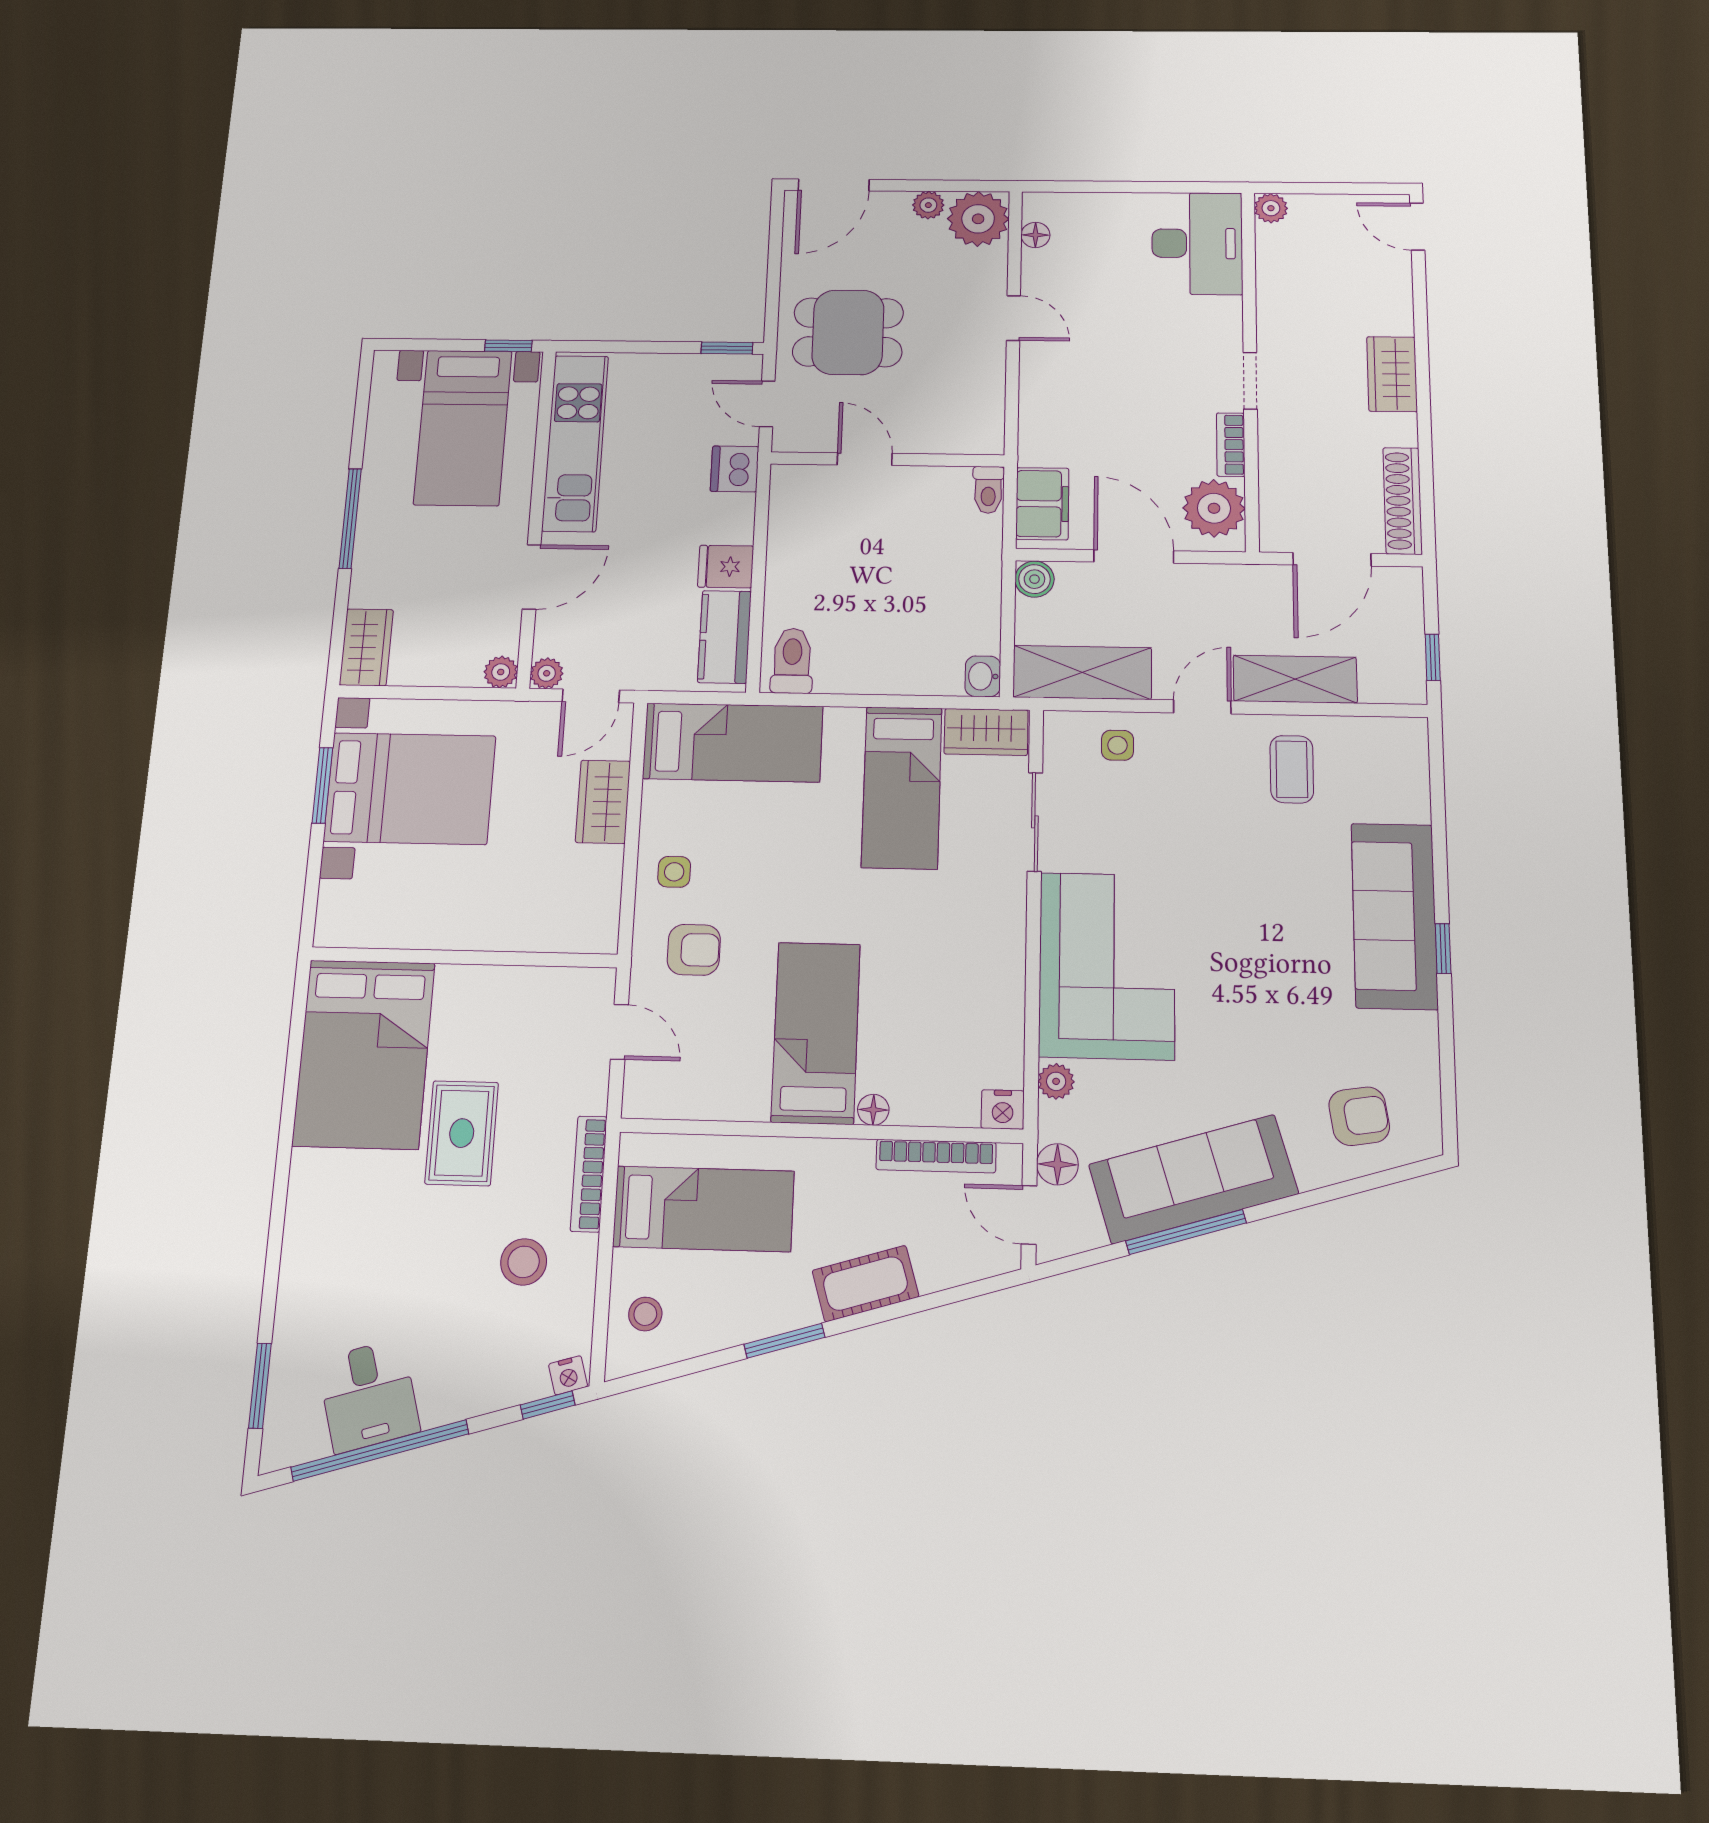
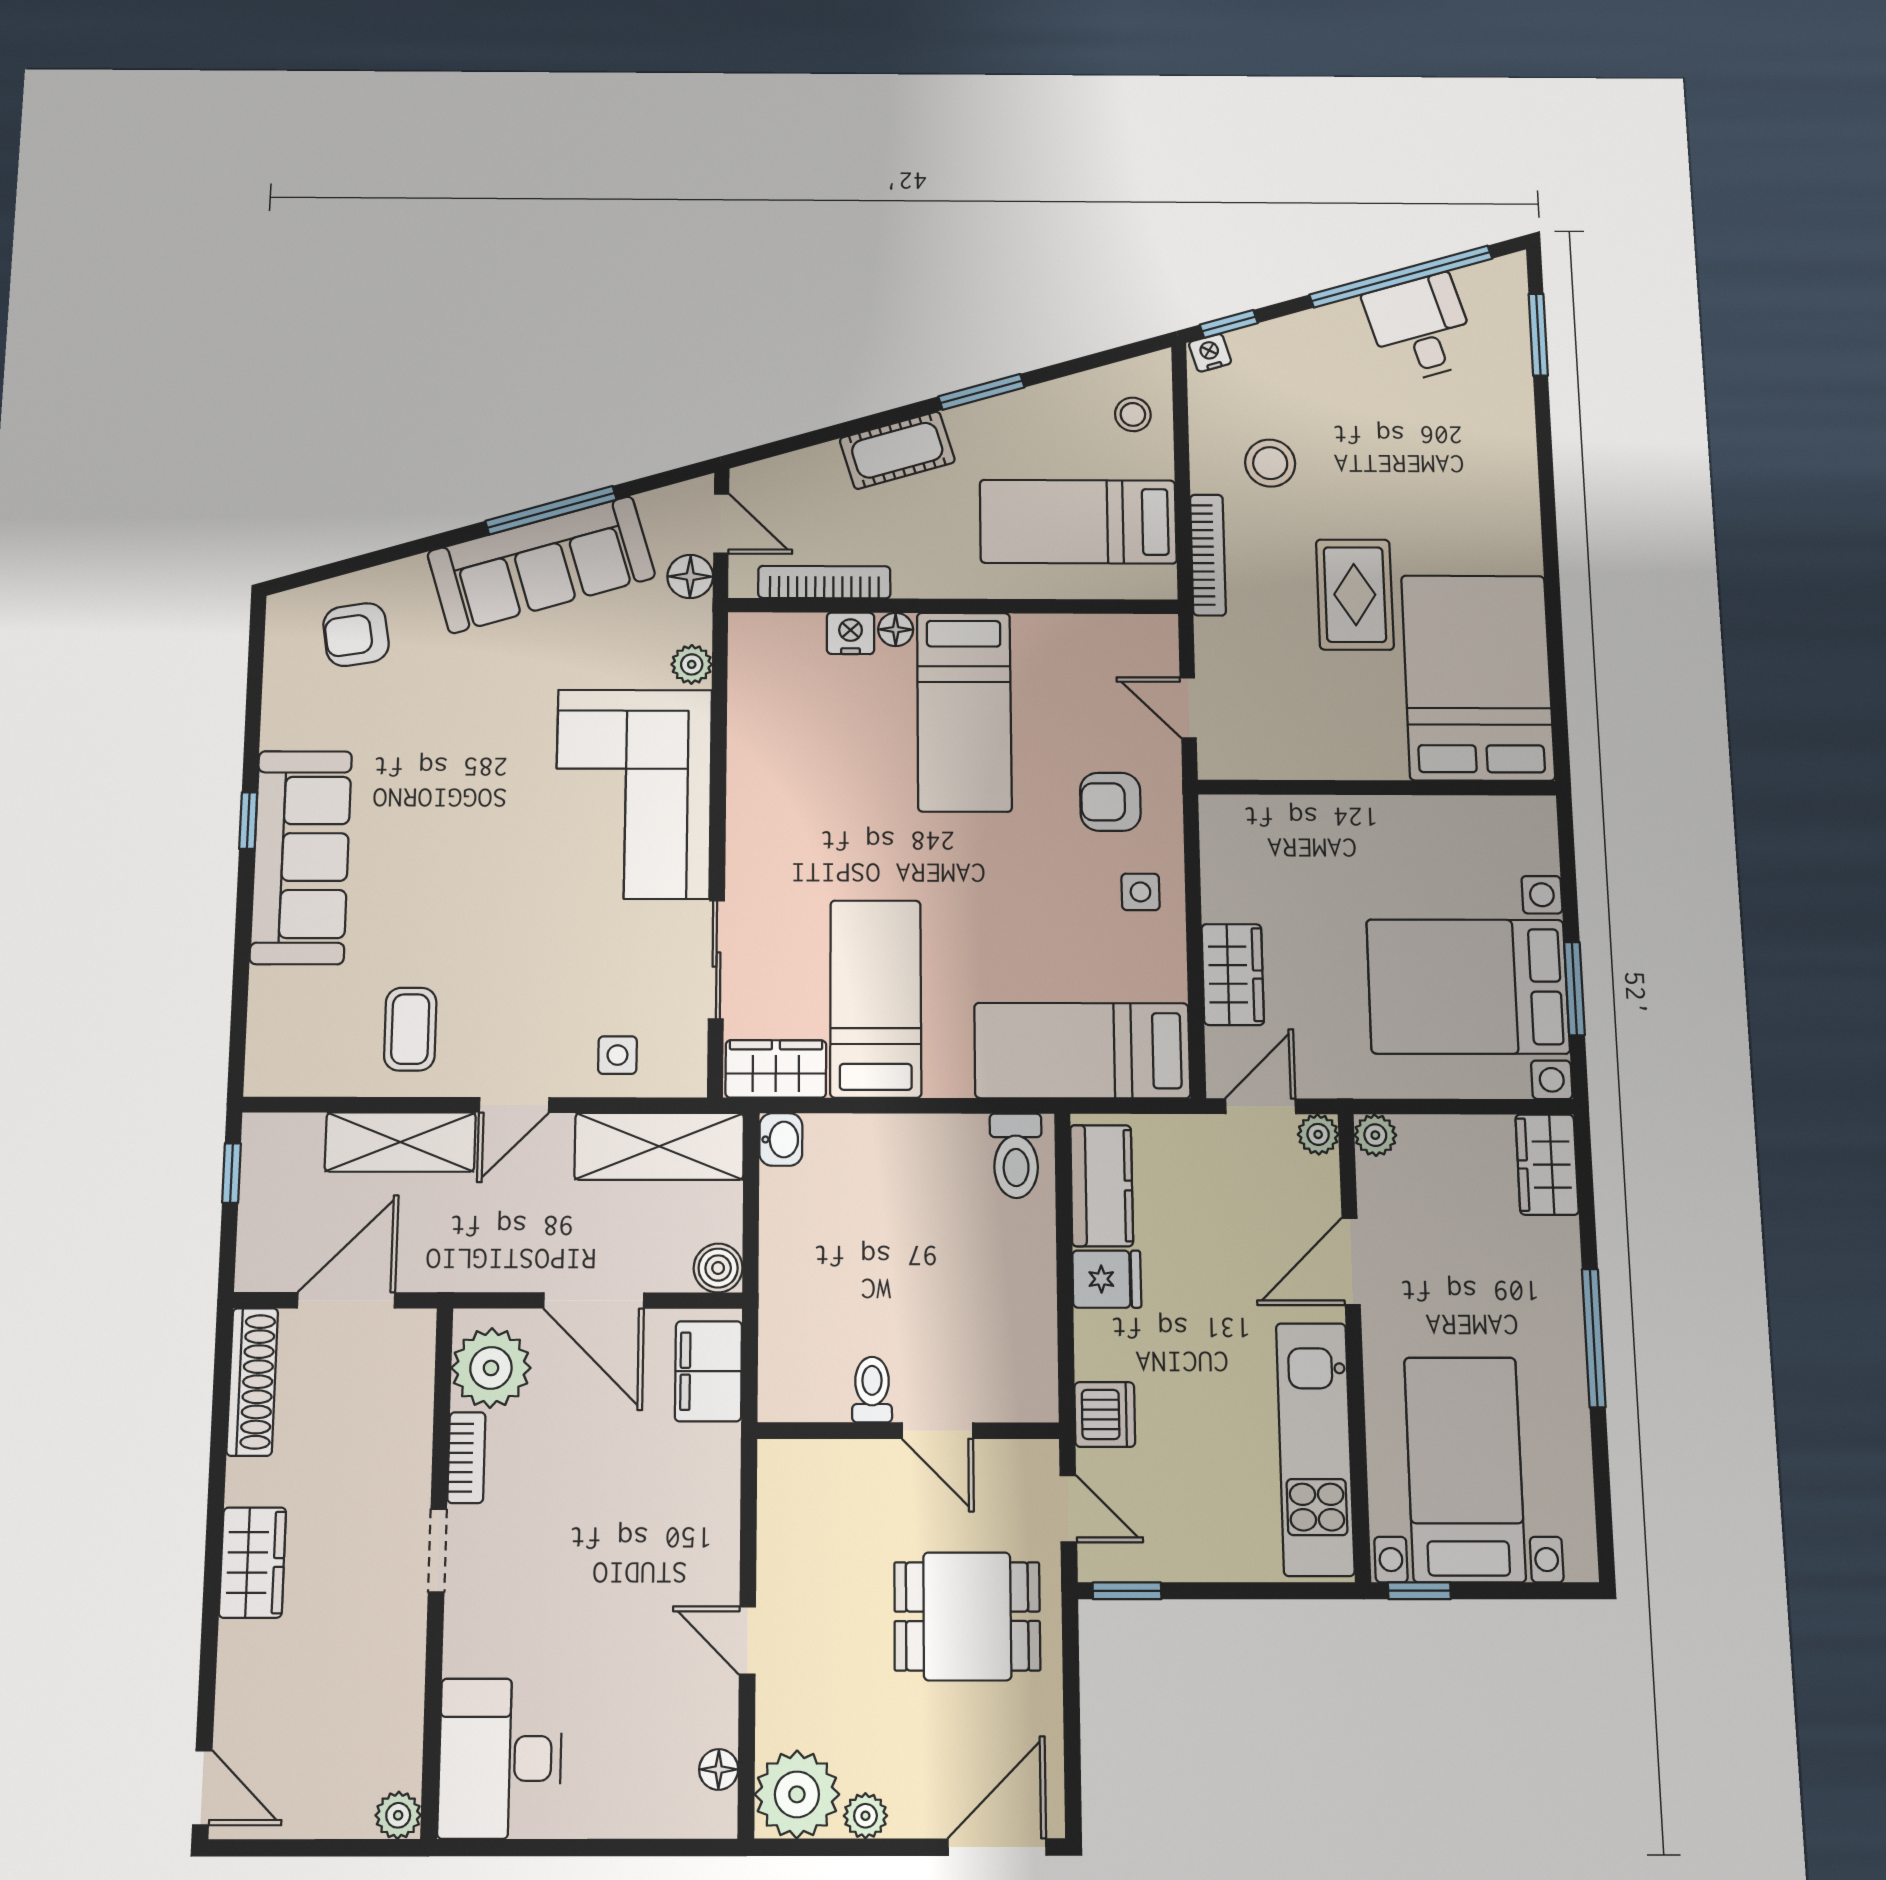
toilet: (988, 490) -> (872, 1390), moved
nightstand: (1003, 1109) -> (851, 633), moved

